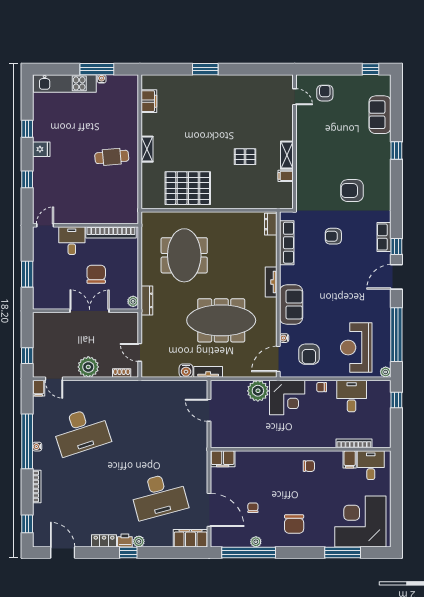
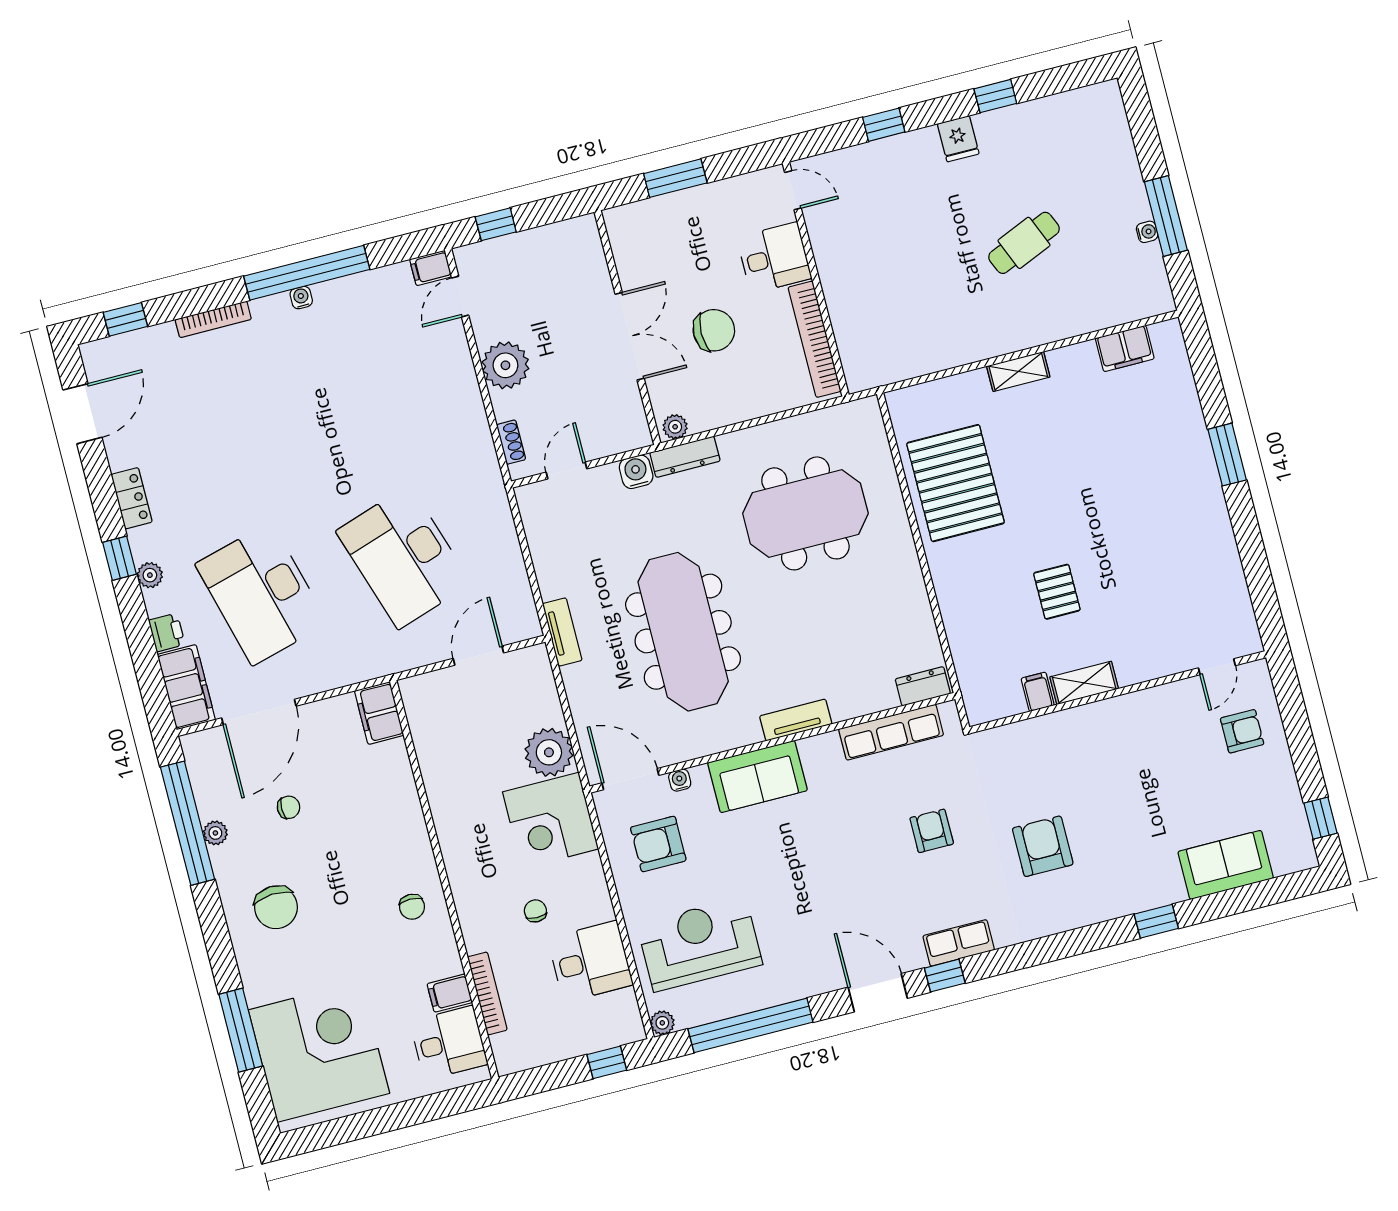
kitchen unit: (65, 83) -> (1116, 153), removed
cafe table: (112, 157) -> (1024, 243), moved, turned 72
water cooler: (186, 371) -> (636, 472), moved, turned 90
chair: (322, 387) -> (535, 911), moved
desk: (81, 431) -> (404, 557), moved
chair: (294, 524) -> (276, 907), turned -93
printer: (125, 540) -> (167, 632), moved

